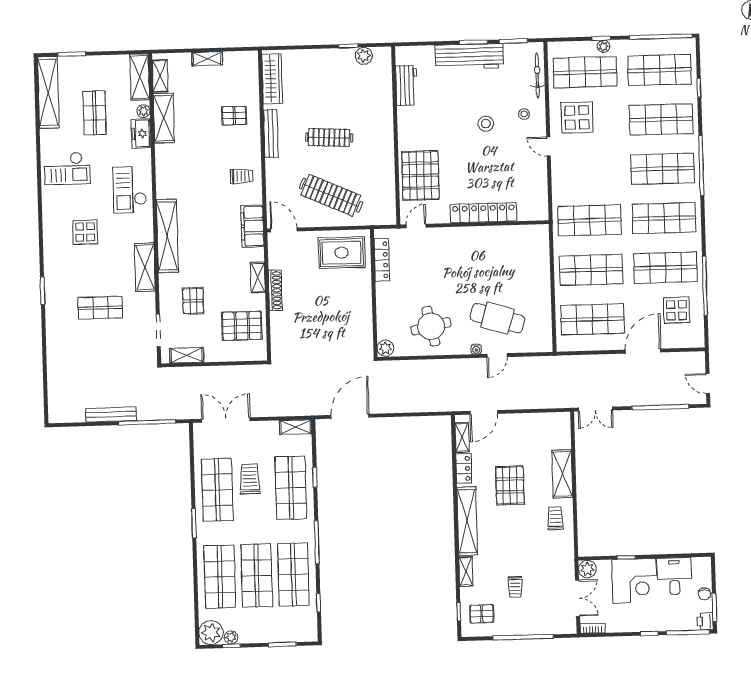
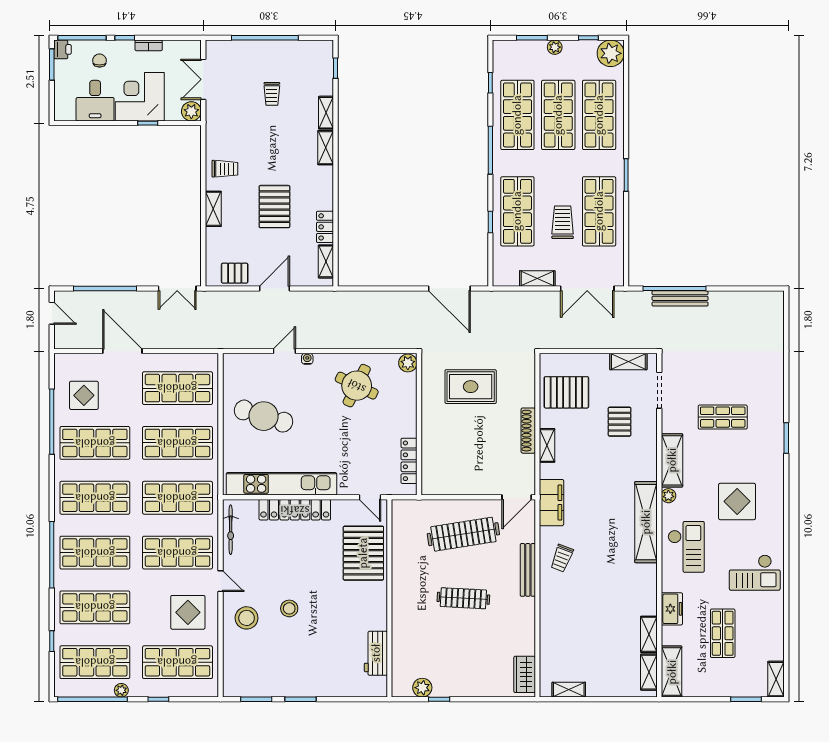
plant: (603, 46) -> (121, 690), moved
workbench: (469, 56) -> (305, 683), removed
shelving: (207, 59) -> (569, 690), moved
bicycle: (537, 75) -> (231, 530), moved
wardrobe: (272, 79) -> (525, 674), width x0.67
shelving: (48, 92) -> (776, 679), width x0.45, depth x0.75
plant: (143, 111) -> (668, 496), moved
stool: (524, 114) -> (247, 618), width x1.89, depth x1.89
pallet: (234, 116) -> (568, 626), removed
shelving: (164, 118) -> (649, 634), width x0.67, depth x0.75
bench: (271, 133) -> (528, 570), moved
checkout: (67, 168) -> (755, 573), turned 180
shop shelf: (588, 171) -> (177, 553), added
trolley: (242, 176) -> (562, 558), turned -69
clothes rail: (331, 195) -> (463, 534), turned -33
door: (416, 226) -> (370, 497), hinge flipped
door: (284, 230) -> (517, 497), hinge flipped
display table: (85, 232) -> (737, 501), width x1.36, depth x1.36
shelving: (167, 236) -> (646, 522), moved
kitchen unit: (496, 236) -> (281, 484), added
rug: (342, 253) -> (471, 387), moved
cafe table: (497, 318) -> (264, 416), moved
round table: (431, 326) -> (357, 386), turned 38
door: (643, 351) -> (122, 351), swing flipped
double door: (595, 409) -> (177, 288), swing flipped
door: (484, 412) -> (274, 288), moved
bench: (111, 414) -> (680, 298), moved
door: (350, 416) -> (449, 288), hinge flipped
shelving: (296, 427) -> (537, 278), moved
shelving: (562, 474) -> (213, 209), width x0.67, depth x0.75
trolley: (250, 479) -> (563, 222), turned 180
trolley: (555, 518) -> (225, 169), turned -90
shelving: (467, 521) -> (326, 148), width x0.45, depth x0.75
trolley: (515, 587) -> (272, 94), turned 180
chair: (704, 594) -> (99, 61), moved
pallet: (482, 614) -> (235, 273), moved
bookcase: (593, 628) -> (149, 45), moved
plant: (231, 637) -> (555, 47), moved

